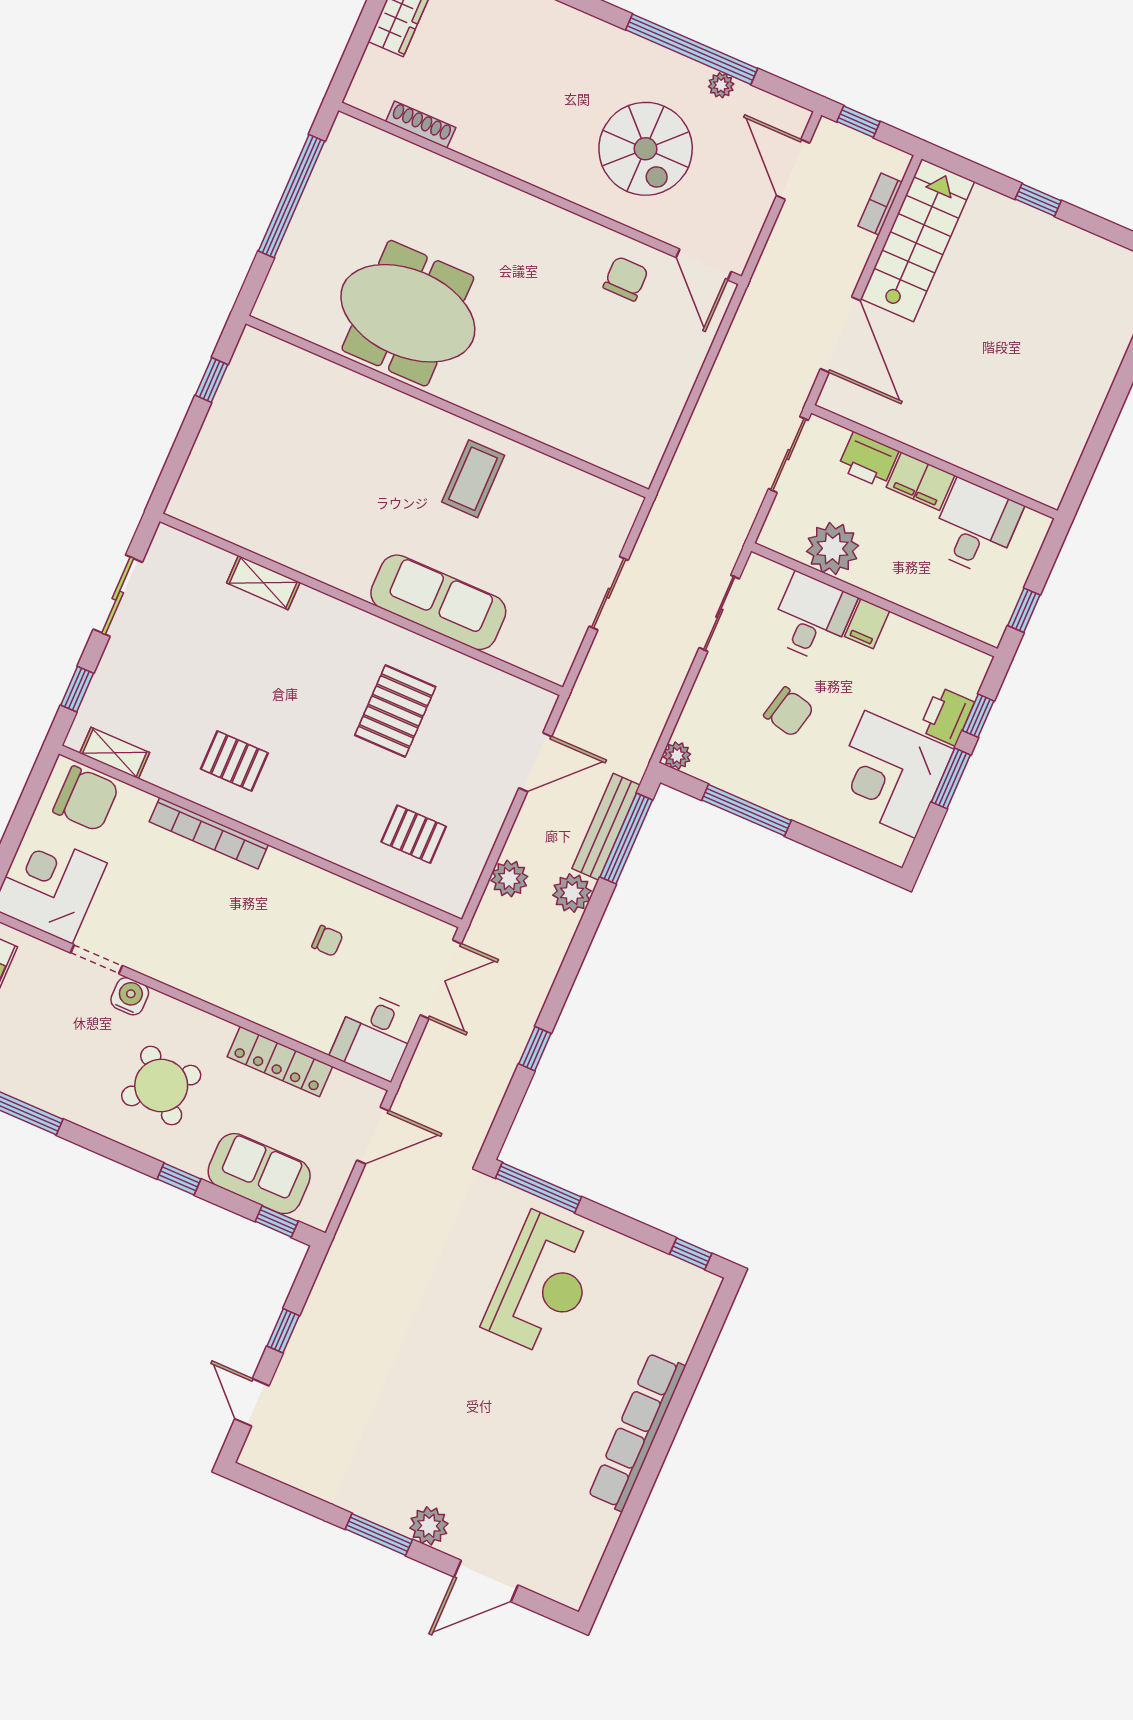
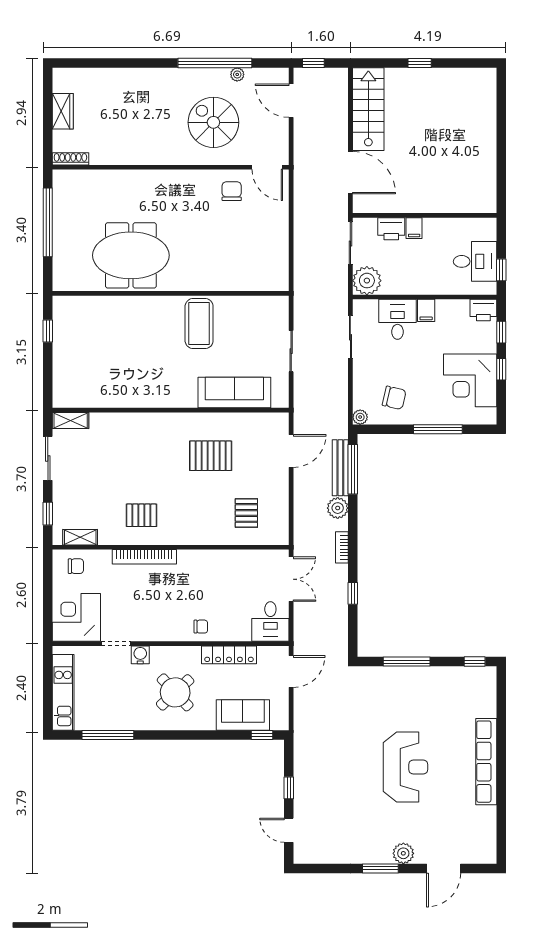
shoe rack: (421, 125) -> (70, 159), moved
spiral stairs: (646, 149) -> (213, 122), turned 180
bookcase: (880, 204) -> (342, 547), moved
coffee table: (473, 479) -> (199, 324), width x1.36, depth x1.32
filing cabinet: (921, 481) -> (414, 228), width x0.50
desk: (975, 527) -> (475, 261), moved, turned 90
plant: (833, 548) -> (367, 281), moved
shelving: (263, 583) -> (71, 420), moved
sofa: (438, 602) -> (234, 392), moved
pallet: (395, 711) -> (211, 456), turned 90
chair: (789, 712) -> (394, 398), moved
printer: (947, 716) -> (483, 310), moved, turned -90
window: (951, 778) -> (501, 369), width x0.67
chair: (86, 799) -> (76, 566), width x0.54, depth x0.54
window: (746, 810) -> (438, 429), moved
pallet: (414, 834) -> (246, 513), turned 90
plant: (509, 878) -> (303, 514), removed
chair: (327, 941) -> (201, 627), moved
window: (179, 1179) -> (204, 735), removed
window: (538, 1188) -> (407, 662), moved
reception desk: (543, 1284) -> (405, 767), moved

